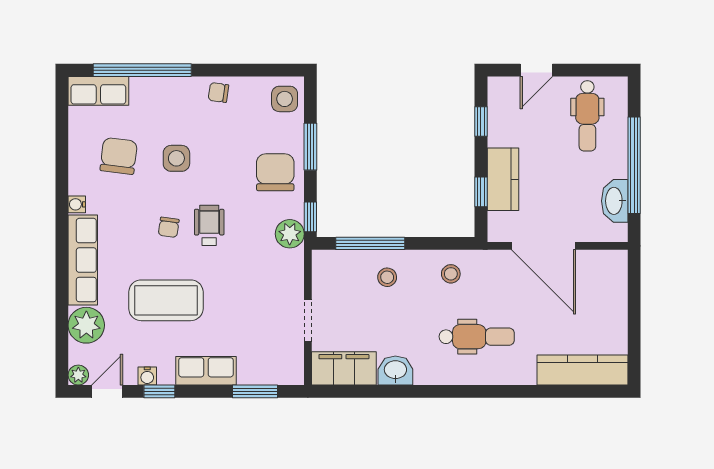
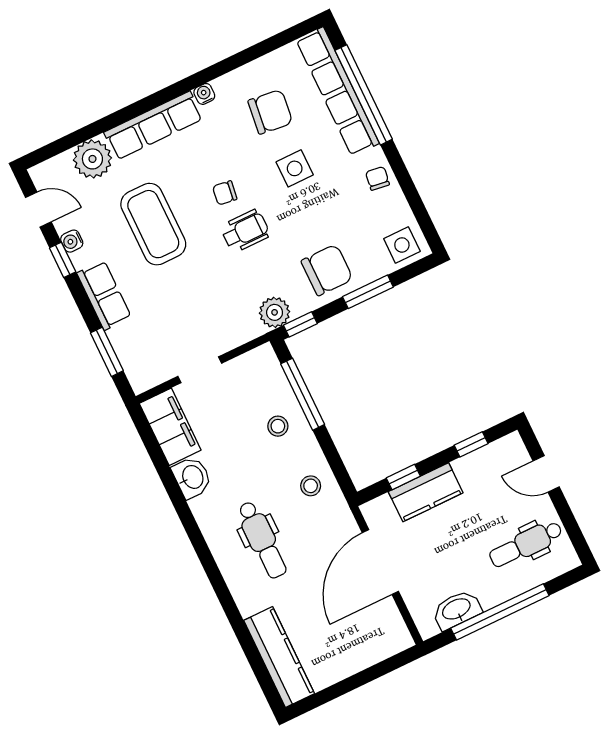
row of seats: (98, 91) -> (338, 92), width x2.02
plant: (78, 375) -> (41, 174), removed

